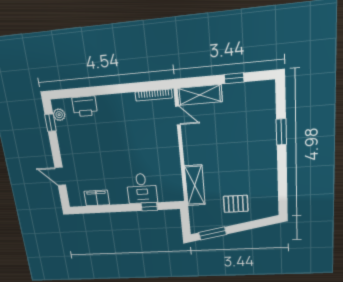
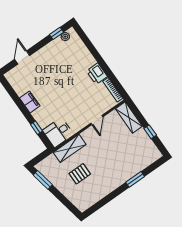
printer: (85, 106) -> (97, 74), moved
door: (178, 115) -> (97, 120), moved
desk: (142, 189) -> (58, 132), moved
filing cabinet: (97, 198) -> (30, 102), moved
pallet: (236, 204) -> (80, 174), moved, turned 90

